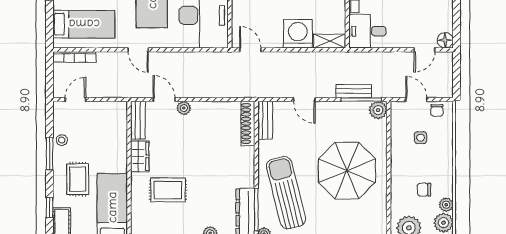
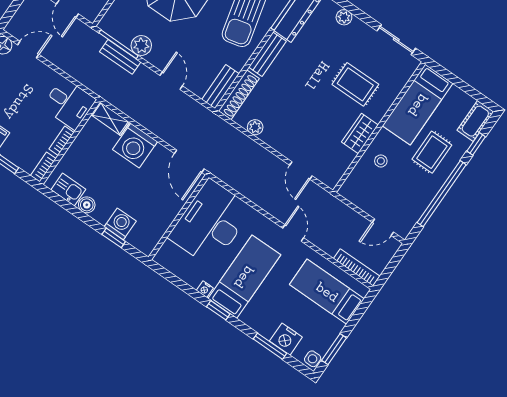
door: (250, 50) -> (189, 161), width x1.38
plant: (184, 108) -> (255, 127), moved
plant: (378, 110) -> (141, 46), moved
bench: (138, 120) -> (267, 54), moved
stool: (62, 140) -> (381, 161), moved
window: (50, 154) -> (442, 194), width x2.11

